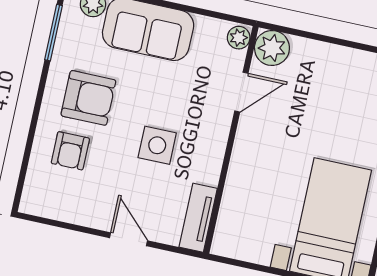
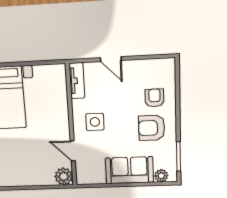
plant: (239, 38) -> (82, 177), removed
door: (241, 92) -> (73, 151), hinge flipped
side table: (157, 145) -> (95, 122), moved

